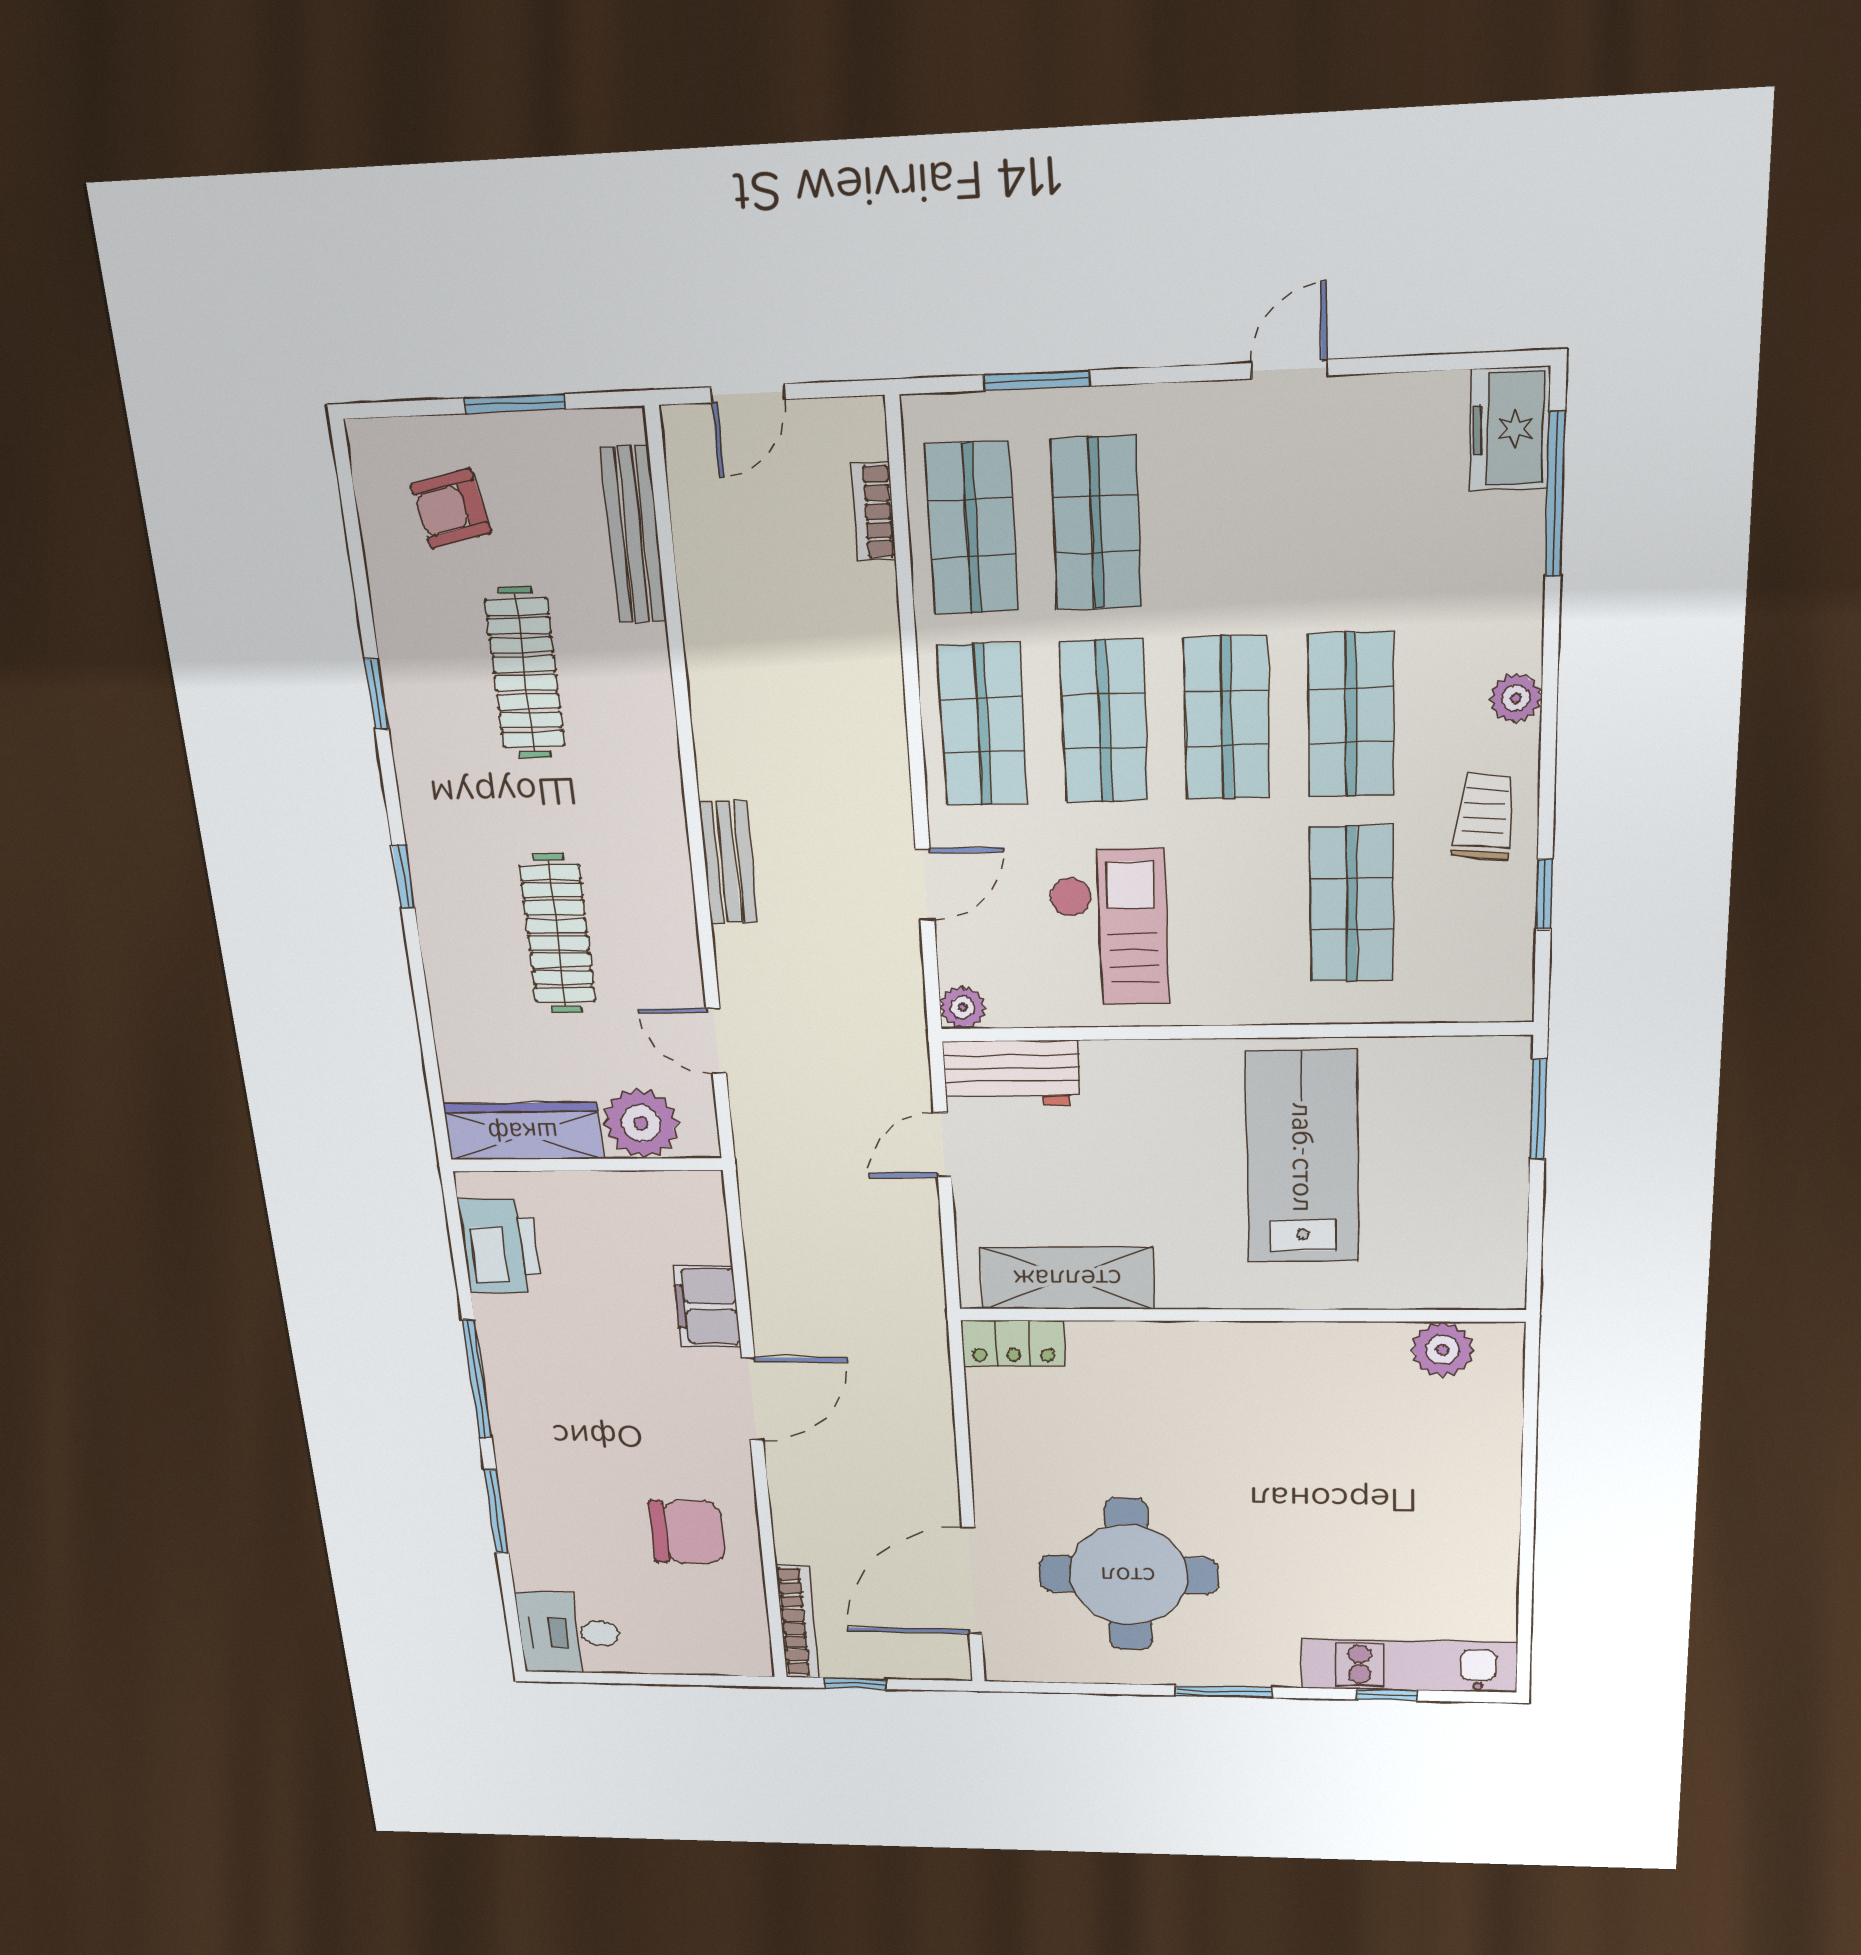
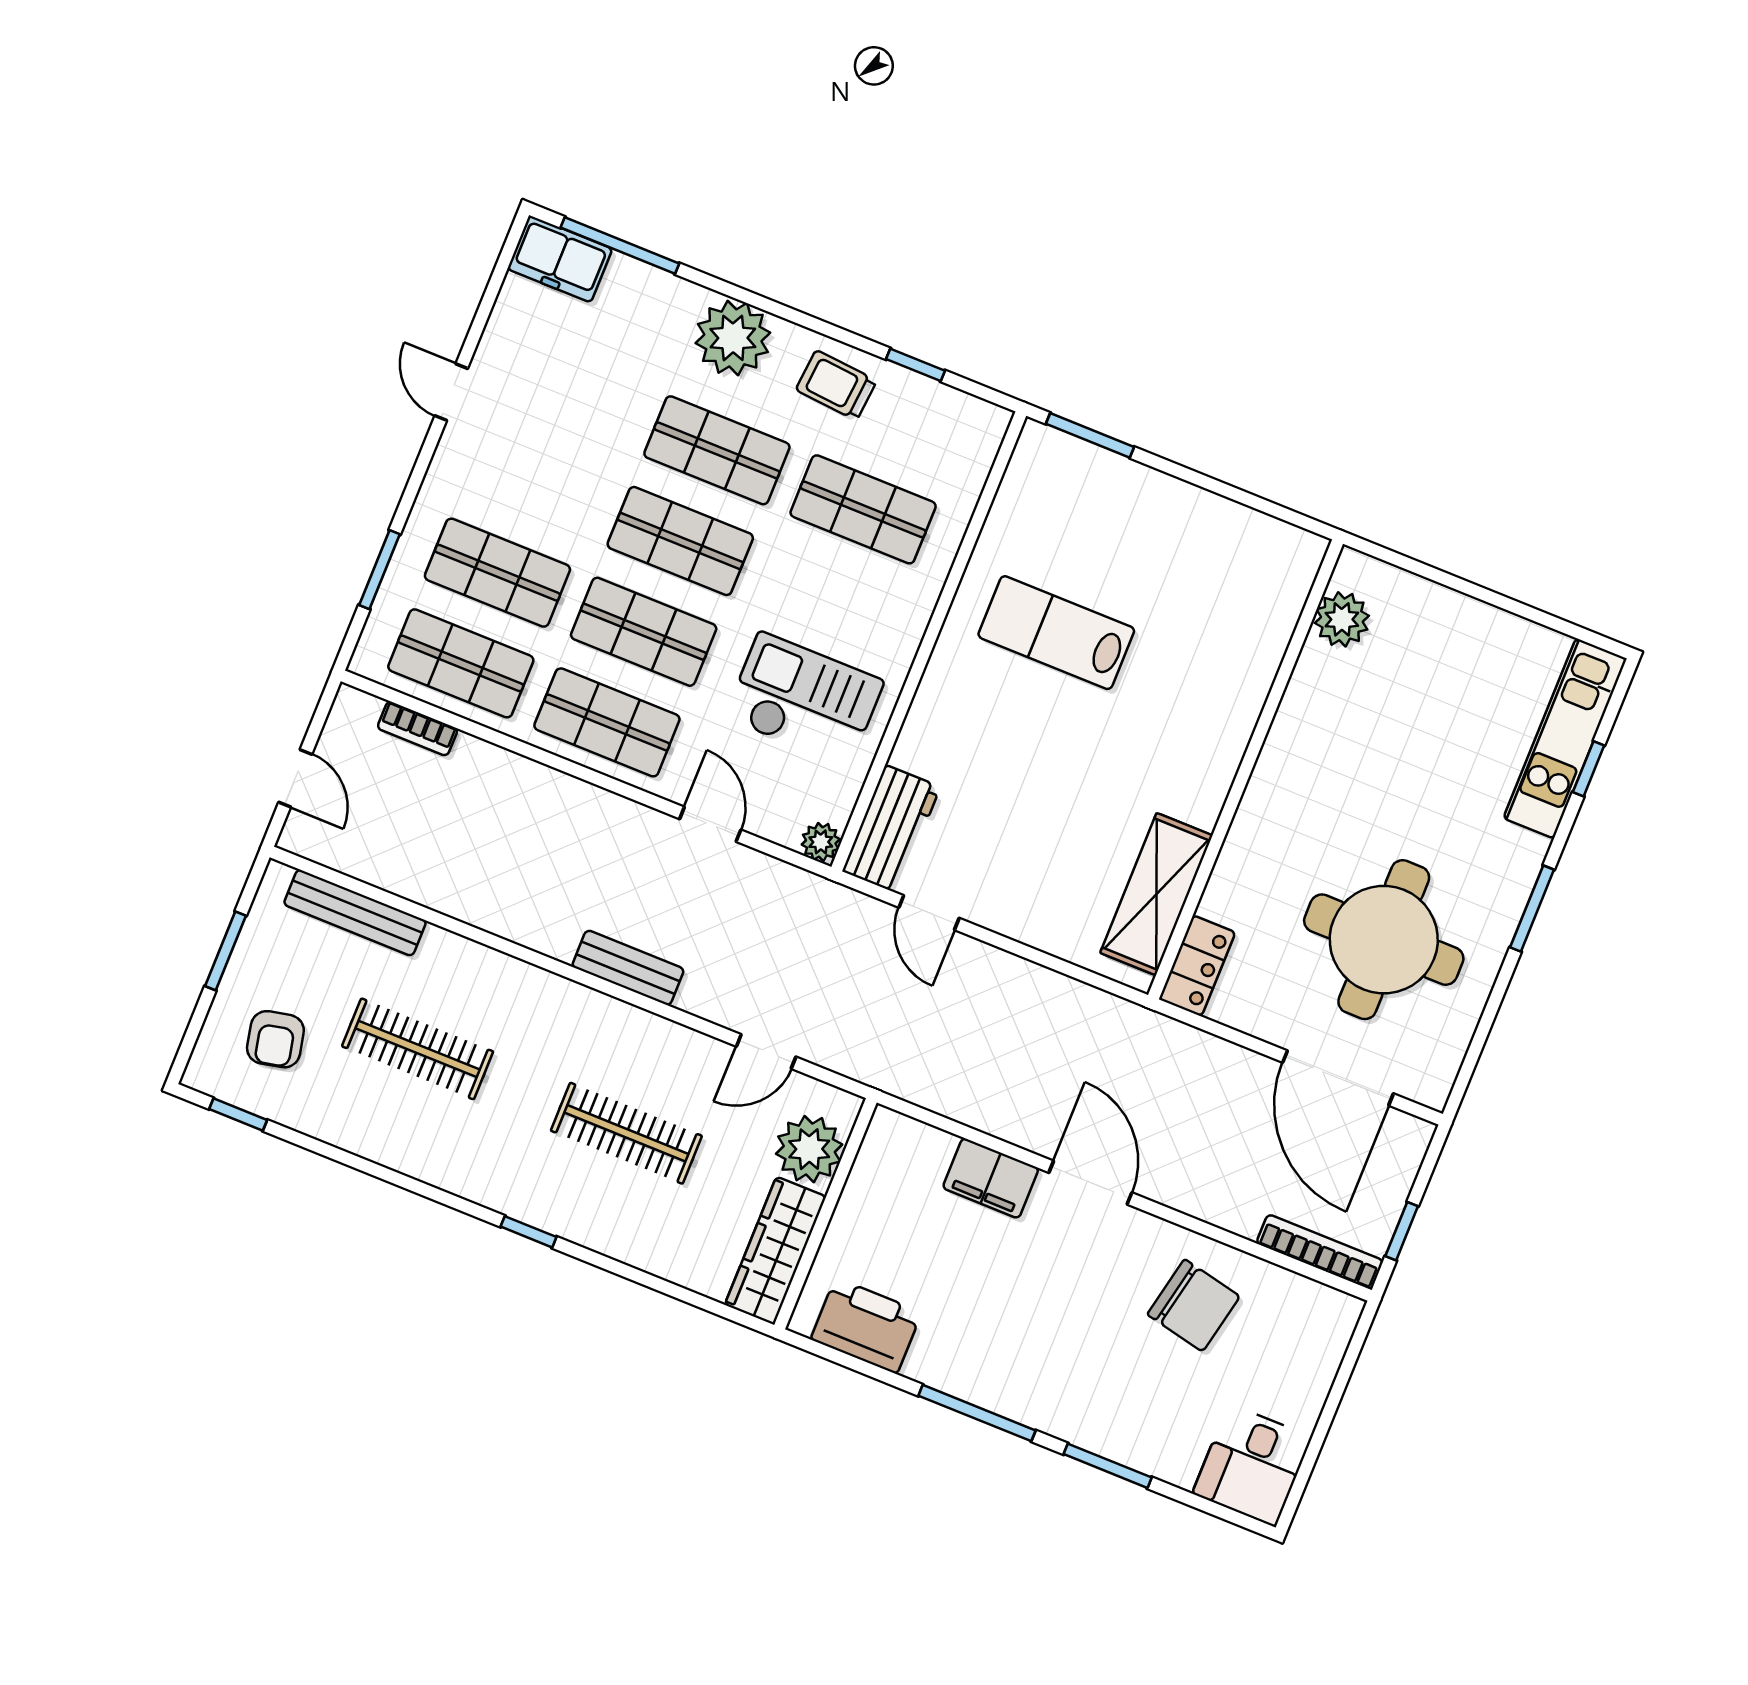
window: (377, 694) -> (238, 1115), moved
plant: (1516, 698) -> (733, 338), width x1.88, depth x1.88
lab bench: (1302, 1157) -> (1056, 633), width x0.73, depth x0.72
shelving: (1067, 1278) -> (1156, 894), moved
wall: (1239, 1315) -> (1245, 769), moved
locker: (1013, 1343) -> (1197, 966), moved
plant: (1442, 1350) -> (1342, 619), moved
chair: (687, 1532) -> (1194, 1305), turned 102

